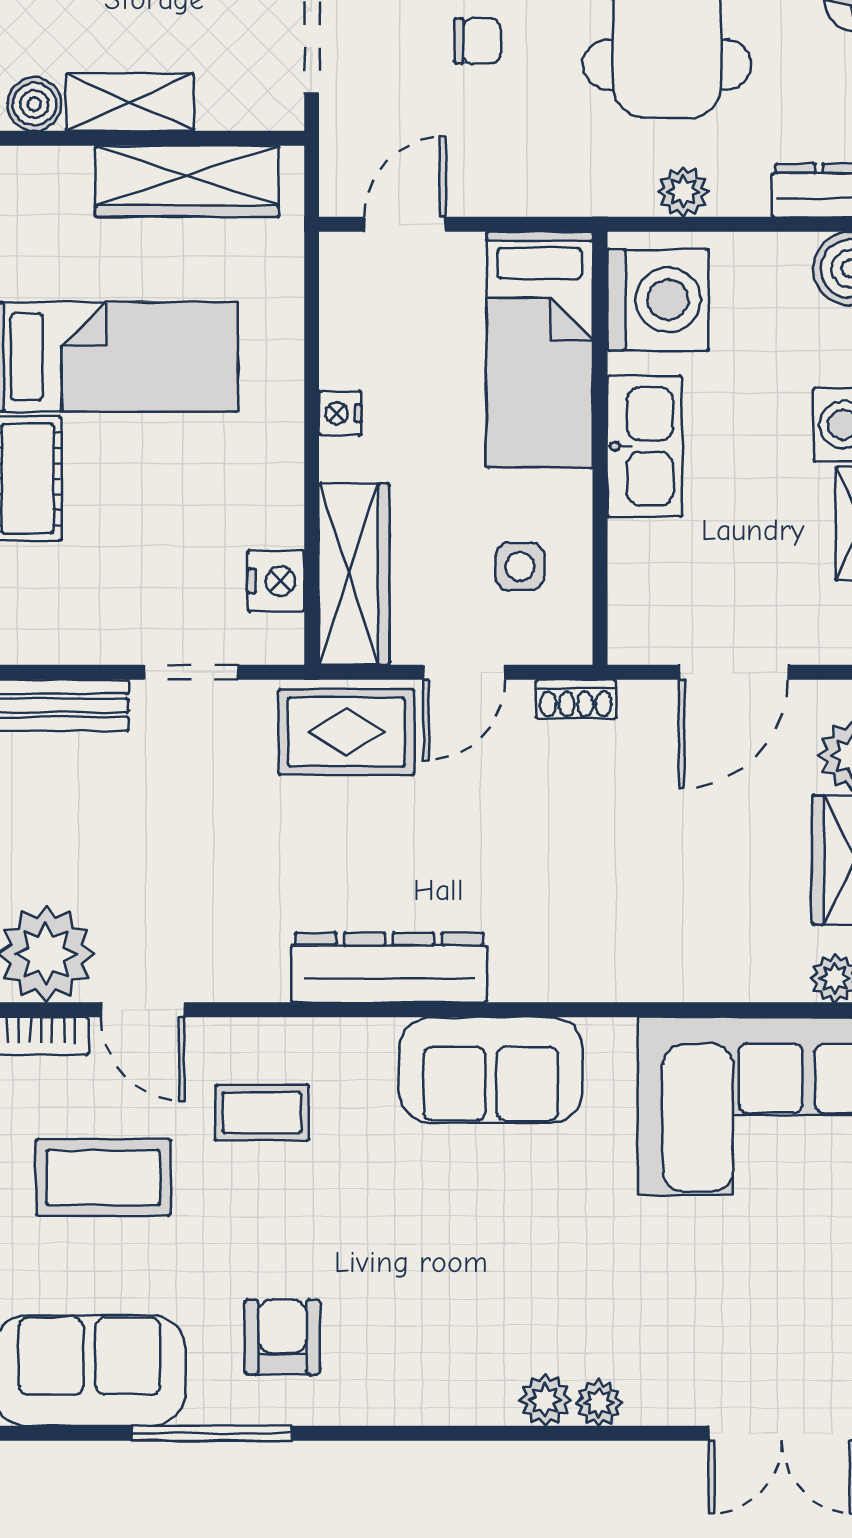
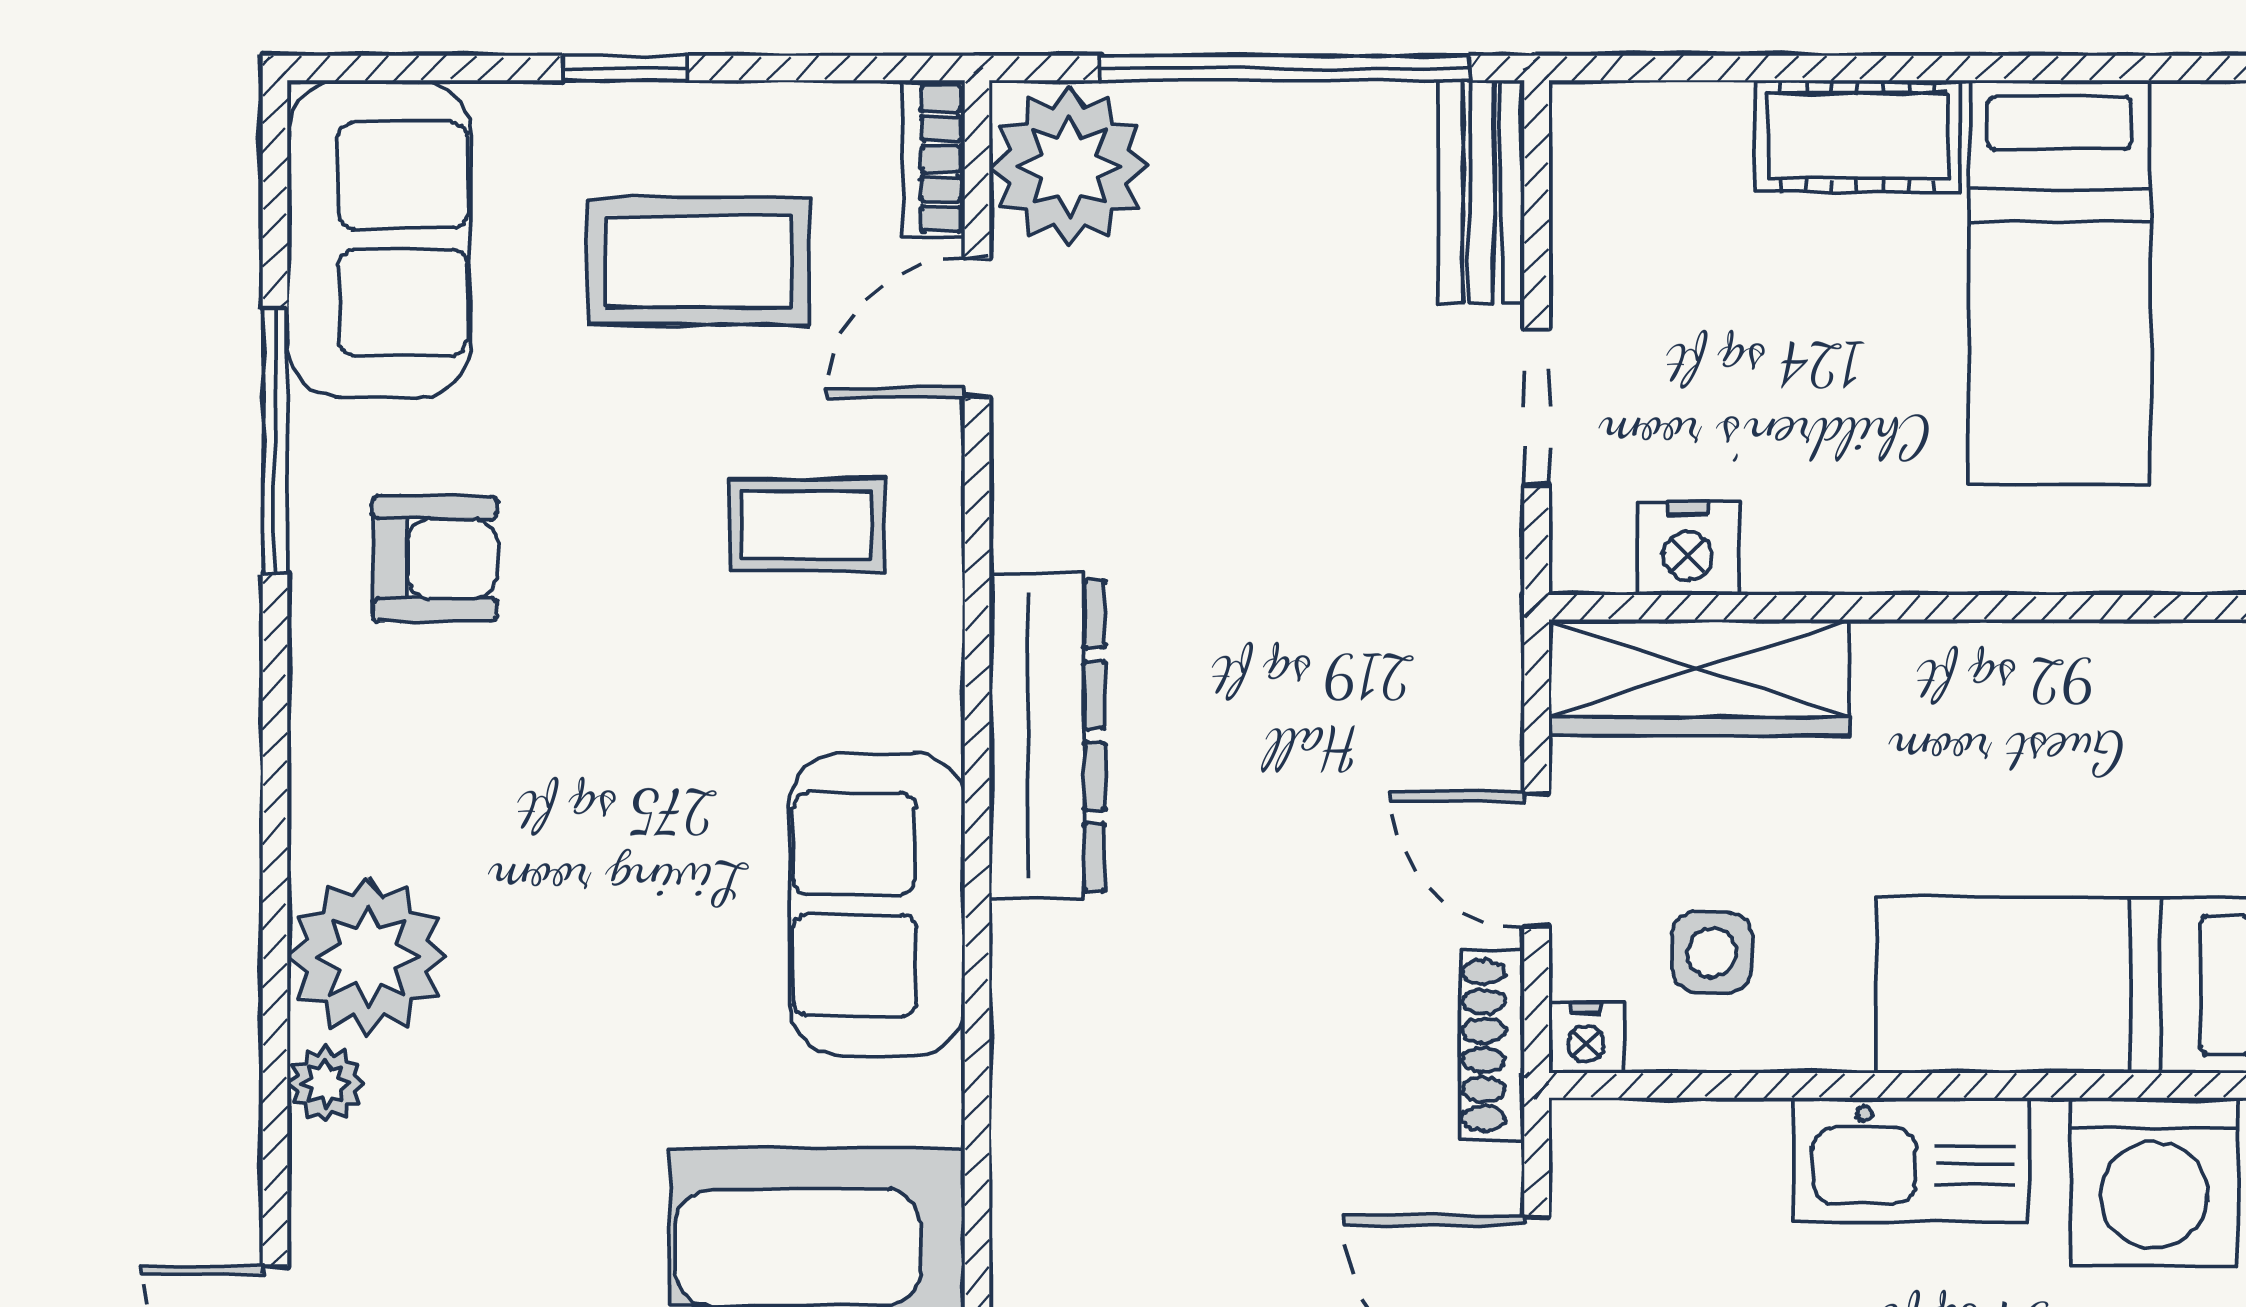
nightstand: (340, 413) -> (1586, 1038), moved, turned 180
shoe rack: (576, 699) -> (1492, 1045), width x1.43
rug: (346, 732) -> (1437, 665), removed
coffee table: (262, 1113) -> (806, 525), turned 90
coffee table: (103, 1177) -> (699, 262), turned 90
plant: (545, 1400) -> (368, 957), width x1.88, depth x1.88

